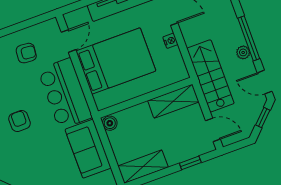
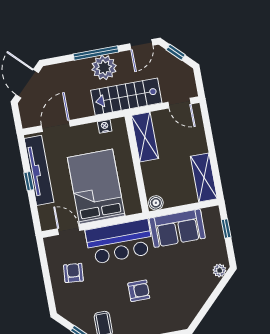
nightstand: (170, 41) -> (105, 126), moved
plant: (243, 52) -> (104, 68), width x1.88, depth x1.88
armchair: (19, 121) -> (139, 291), turned 180
door: (213, 130) -> (179, 103), swing flipped
window: (190, 163) -> (208, 131), removed

